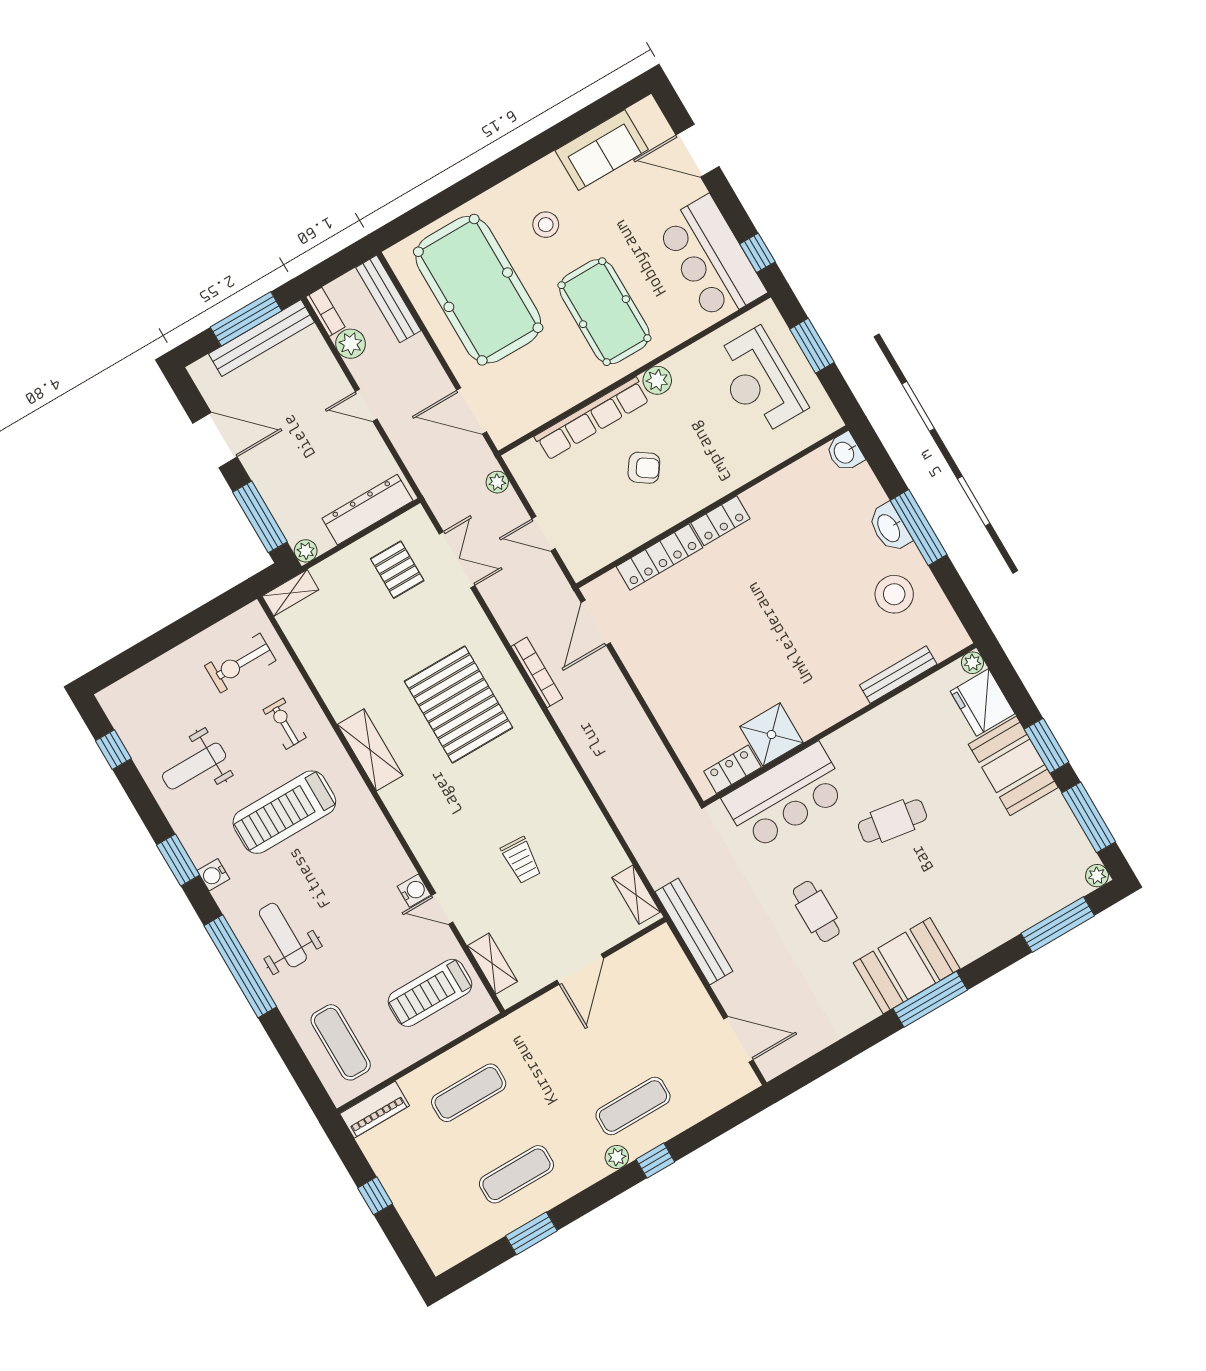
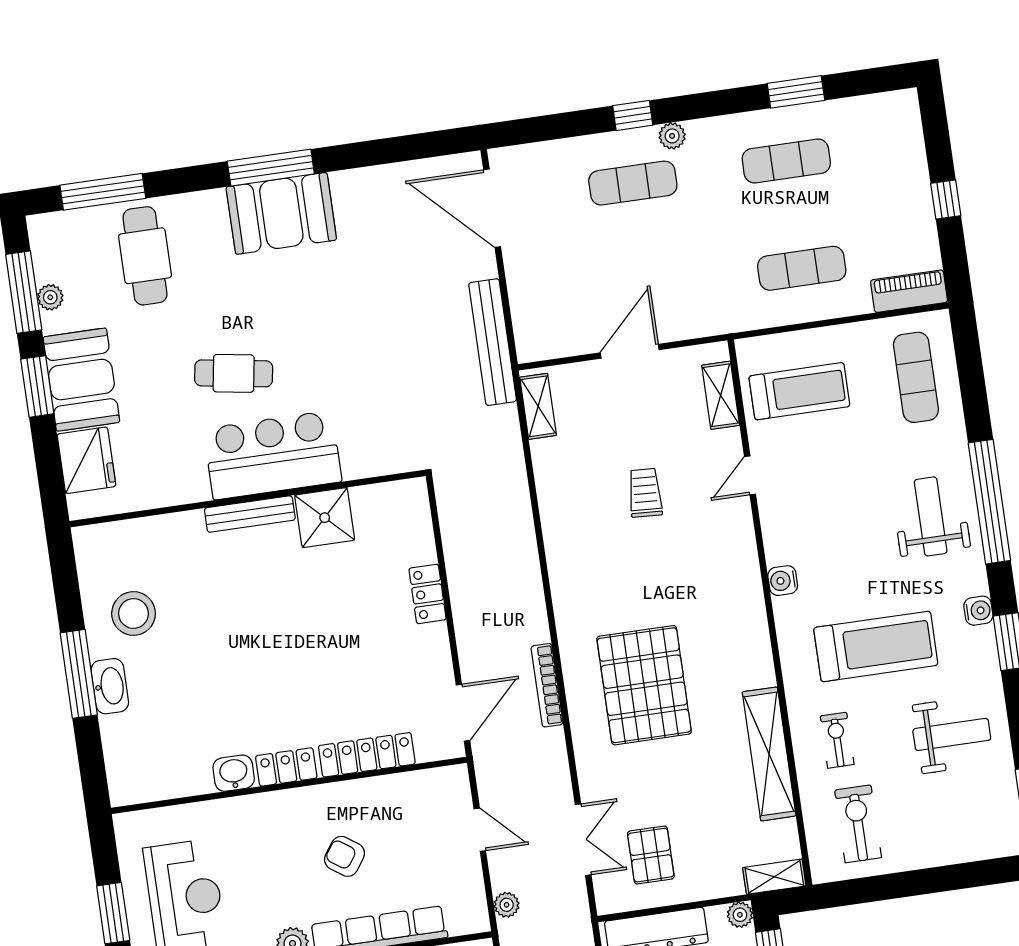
washbasin: (845, 452) -> (234, 773), moved, turned -90
double door: (457, 560) -> (583, 840), swing flipped
exercise bike: (240, 663) -> (858, 824), turned -90
plant: (972, 663) -> (80, 507), removed
bench: (898, 675) -> (250, 514), moved
exercise bike: (285, 724) -> (837, 740), turned 180
shelving: (370, 750) -> (769, 754), moved, width x1.47
locker: (732, 769) -> (428, 594), moved, turned 90
bar counter: (785, 796) -> (273, 455), moved
plant: (1097, 876) -> (50, 297), moved
water cooler: (414, 891) -> (783, 581), moved
door: (442, 909) -> (750, 475), swing flipped
cafe table: (816, 911) -> (145, 256), moved, width x1.37, depth x1.35
weight bench: (283, 935) -> (931, 516), turned 180
door: (738, 1039) -> (492, 208), width x1.36

